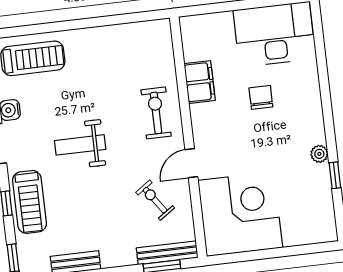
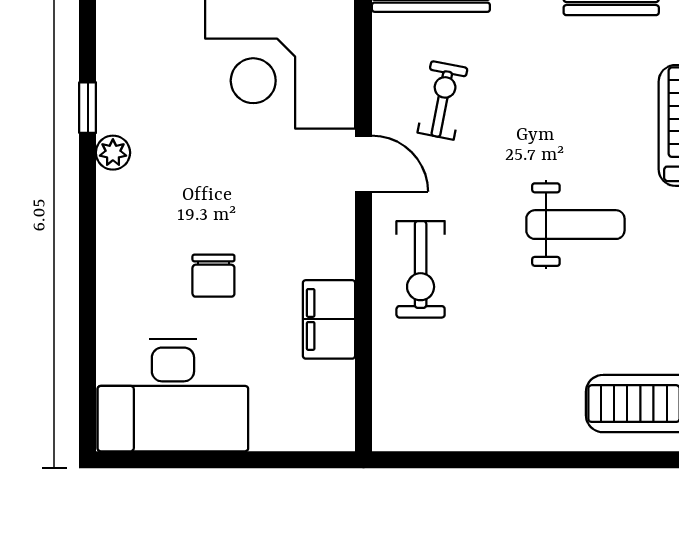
door: (191, 163) -> (364, 164), hinge flipped
exercise bike: (155, 200) -> (443, 100), turned -134

